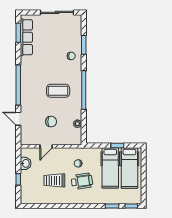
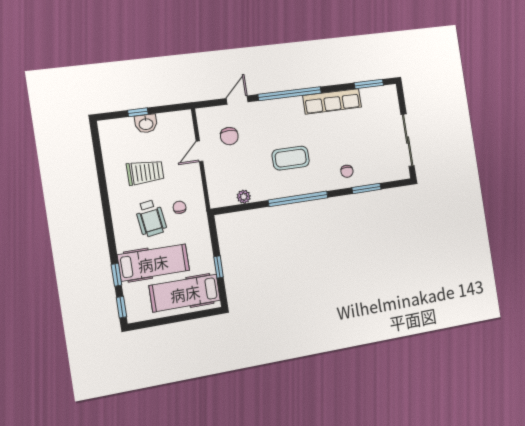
row of seats: (26, 37) -> (332, 101), moved
coffee table: (58, 91) -> (291, 158), turned 90
chair: (51, 122) -> (229, 136), moved
door: (46, 146) -> (199, 151), hinge flipped
washbasin: (26, 163) -> (146, 124), moved
hospital bed: (110, 168) -> (153, 263), moved, turned 180
trolley: (54, 180) -> (145, 172), turned 90

